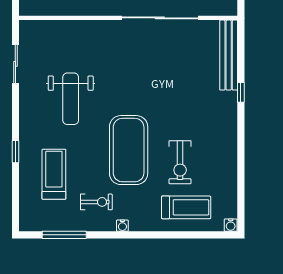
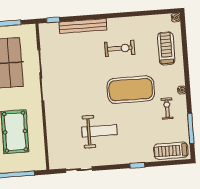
bench: (229, 55) -> (83, 26), moved
window: (241, 92) -> (53, 20), moved
exercise bike: (180, 162) -> (120, 48), moved
treadmill: (54, 174) -> (171, 151), moved

